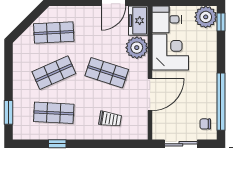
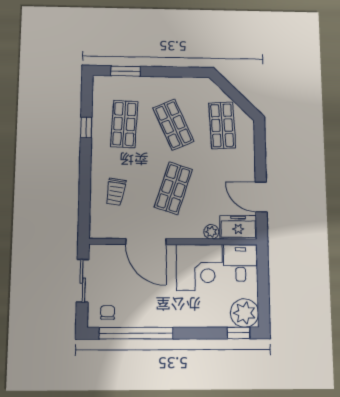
plant: (137, 48) -> (211, 232), width x0.53, depth x0.53

